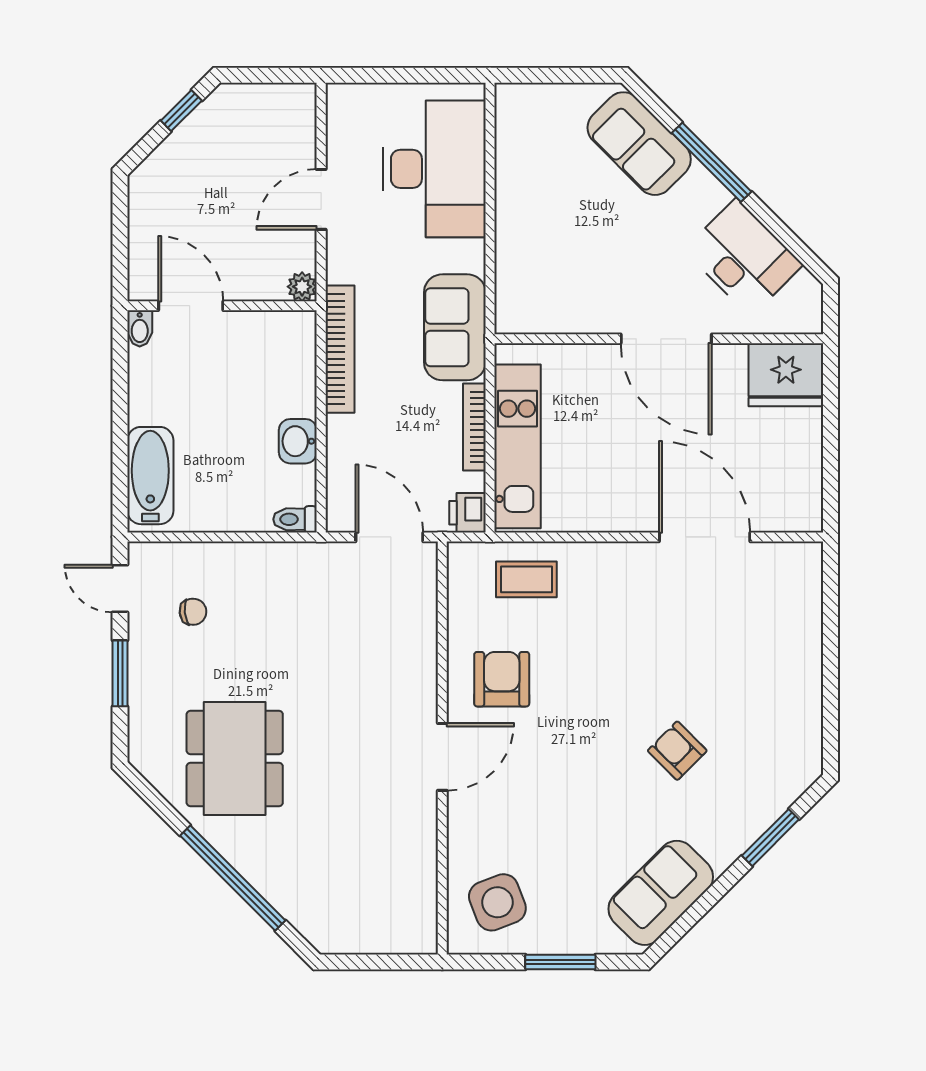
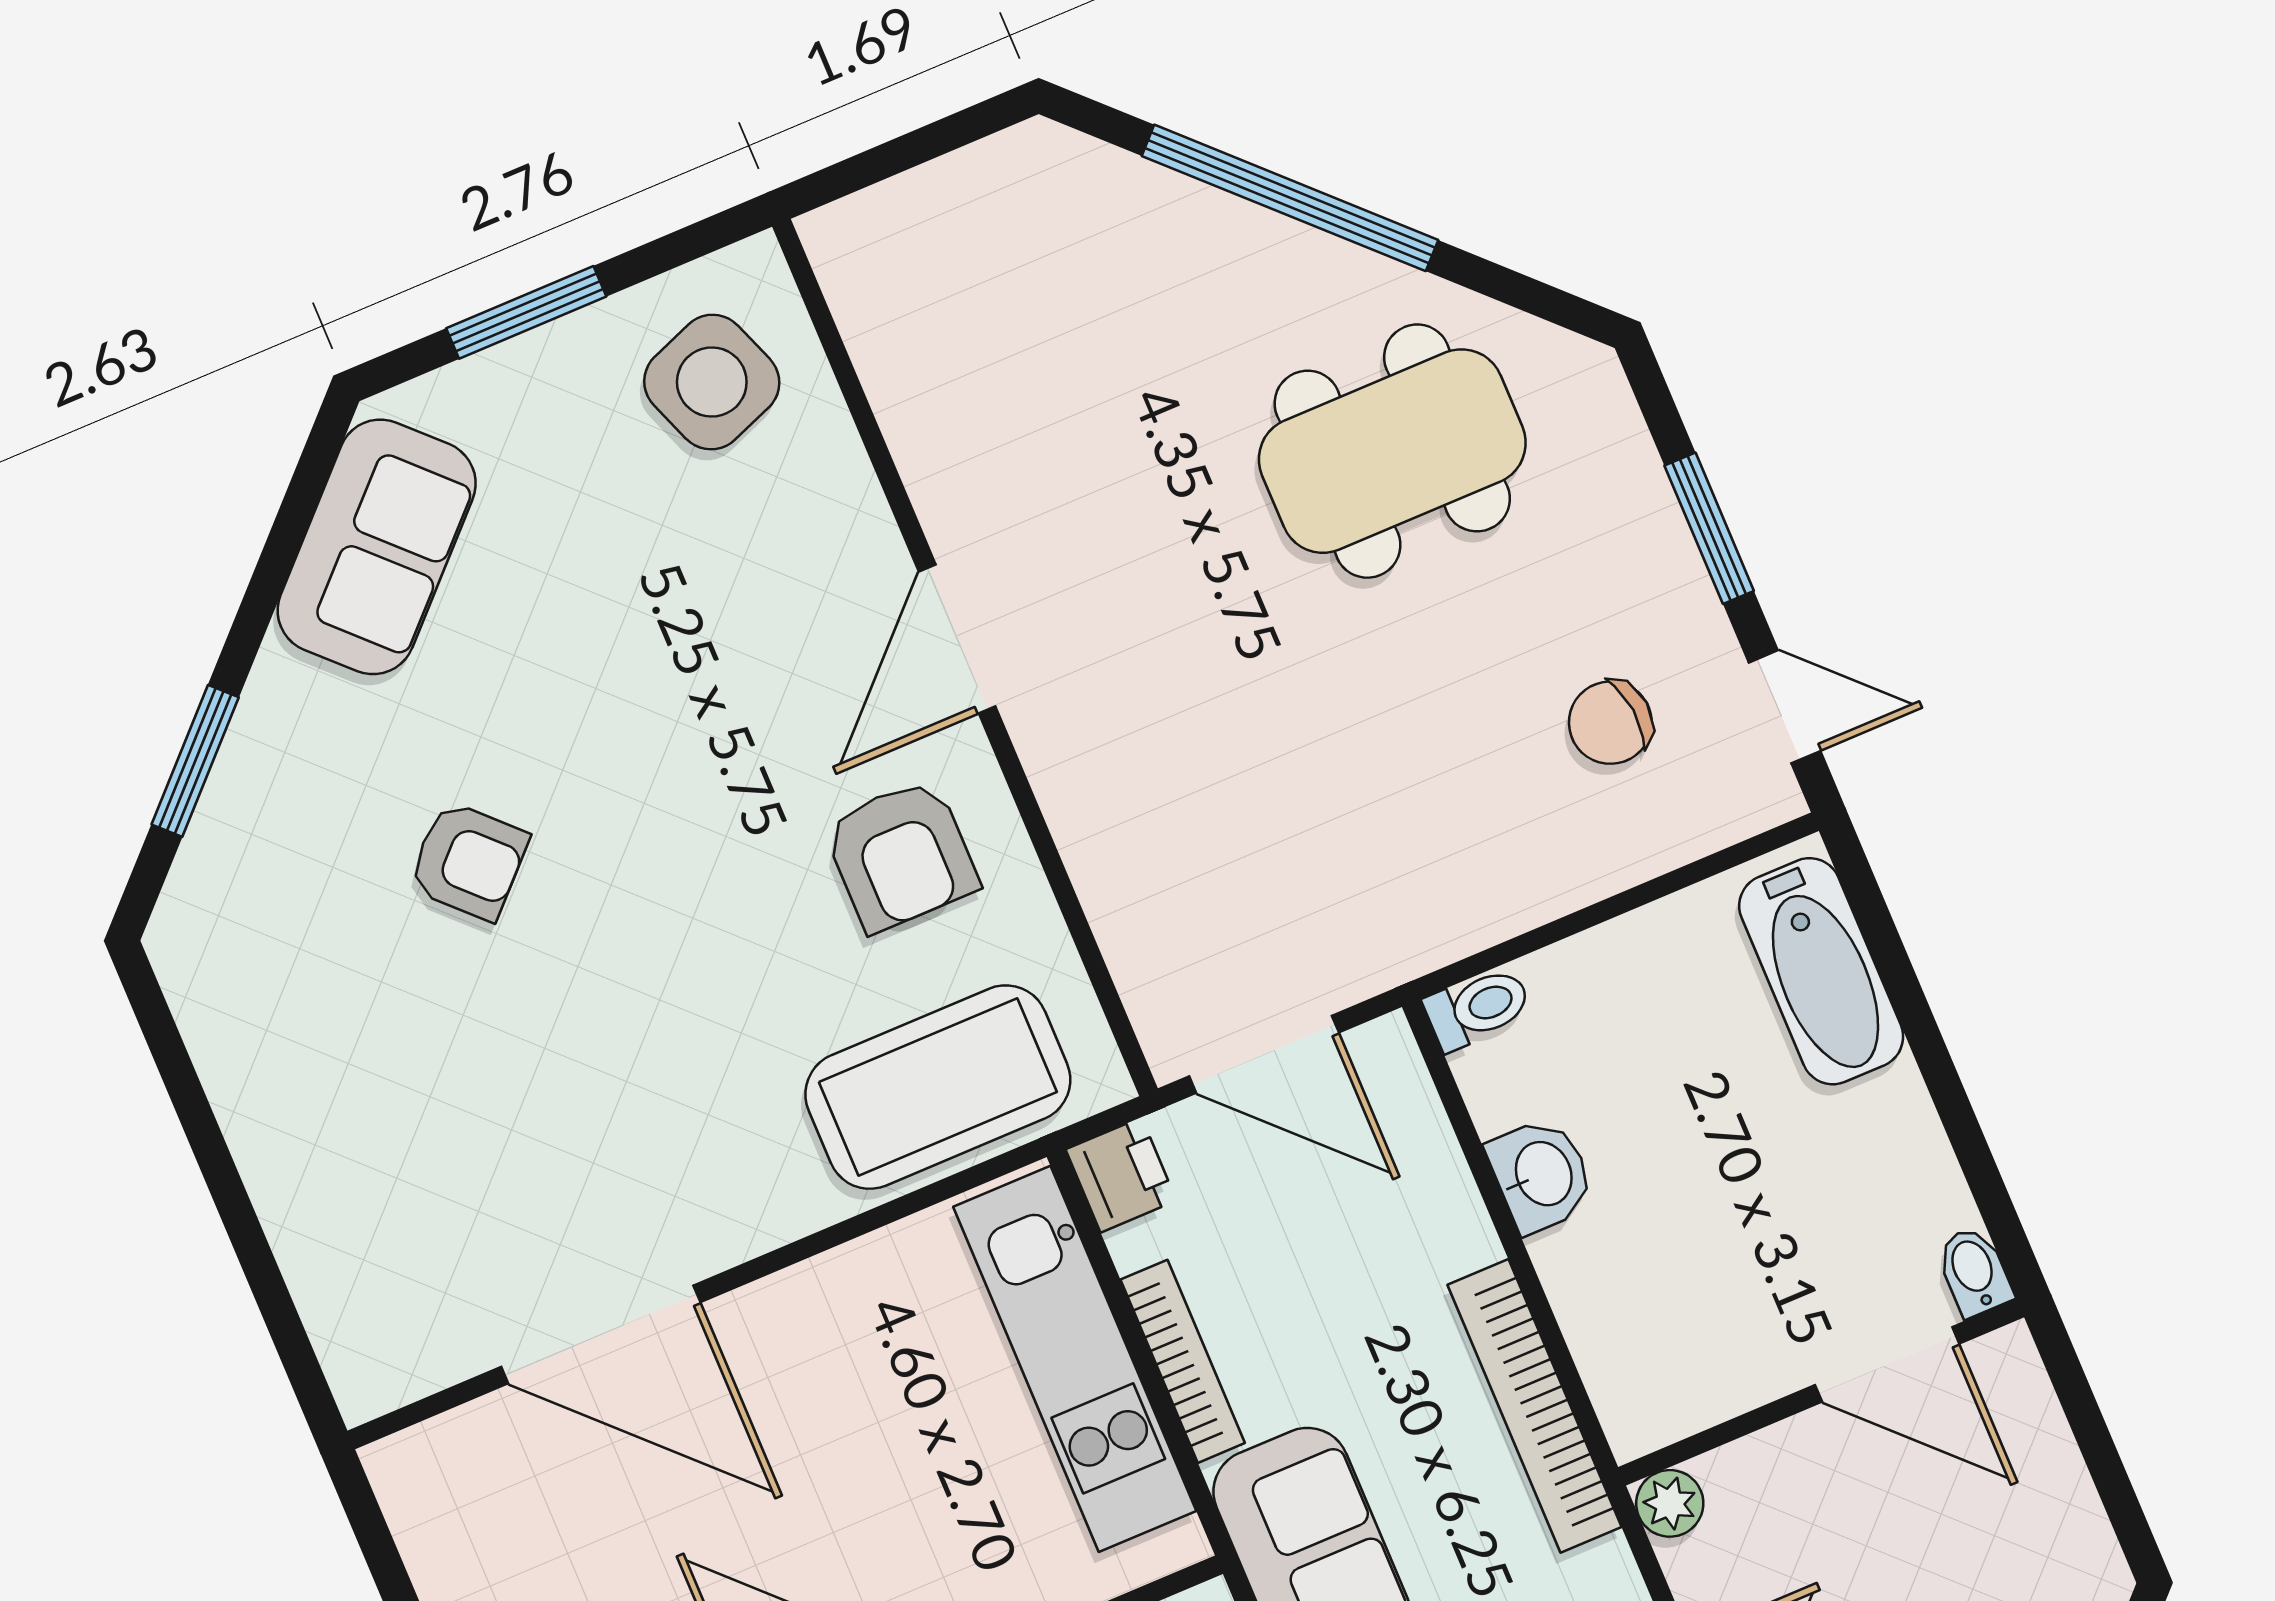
coffee table: (526, 579) -> (938, 1087), width x1.86, depth x1.72
chair: (193, 612) -> (1610, 723), width x1.37, depth x1.37
dining table: (235, 758) -> (1392, 451), turned 90

